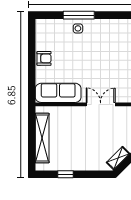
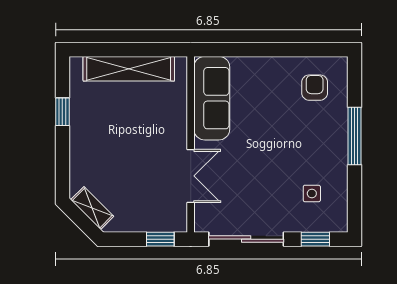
side table: (78, 28) -> (312, 193), moved
armchair: (44, 58) -> (315, 88), moved, turned 180

